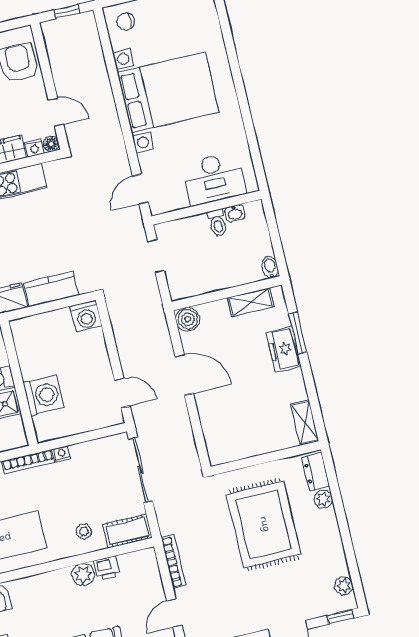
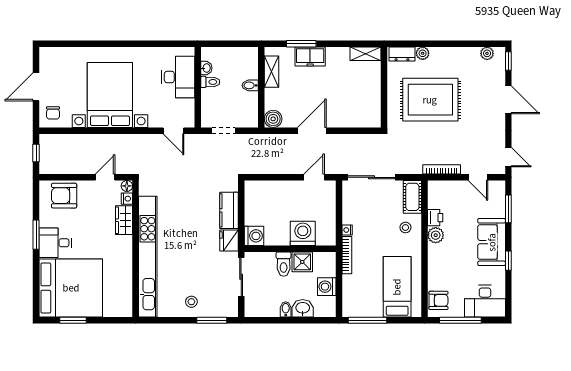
bidet: (270, 267) -> (250, 85), moved
washing machine: (86, 316) -> (254, 236), moved

